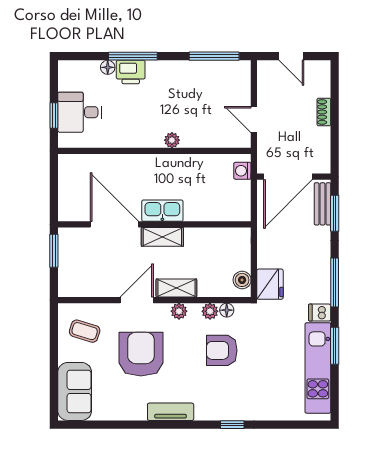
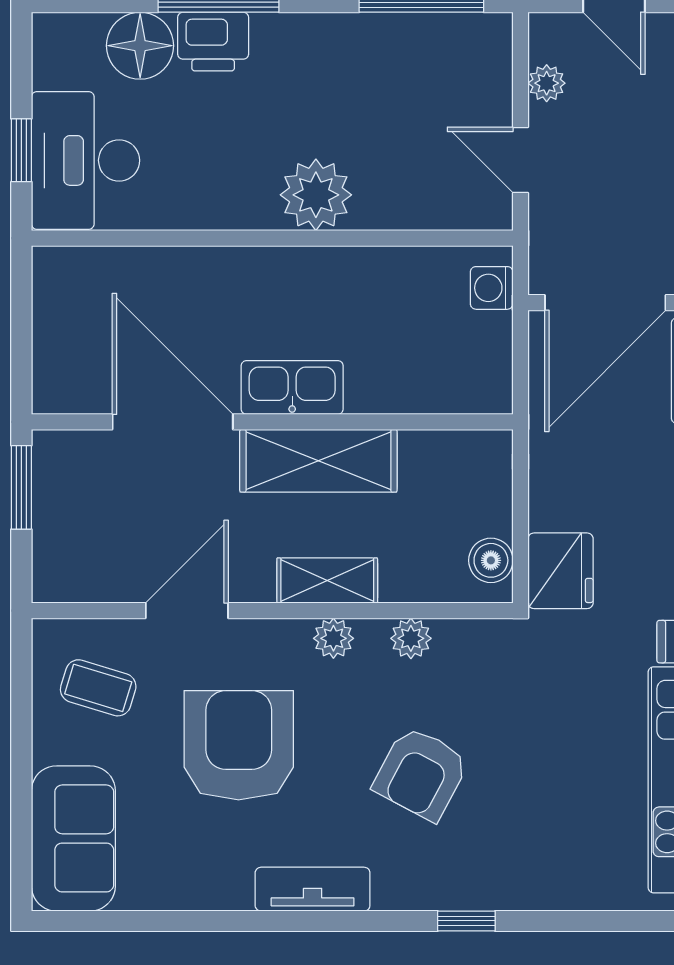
floor lamp: (108, 67) -> (140, 46), width x1.89, depth x1.89
plant: (264, 89) -> (547, 83), added
desk: (80, 112) -> (85, 160), width x1.37
plant: (172, 140) -> (316, 195), width x1.88, depth x1.88
shelving: (162, 237) -> (318, 461), width x1.50, depth x1.33
door: (137, 300) -> (187, 611), moved
floor lamp: (227, 310) -> (453, 636), removed
armchair: (222, 350) -> (421, 773), moved, turned -62

